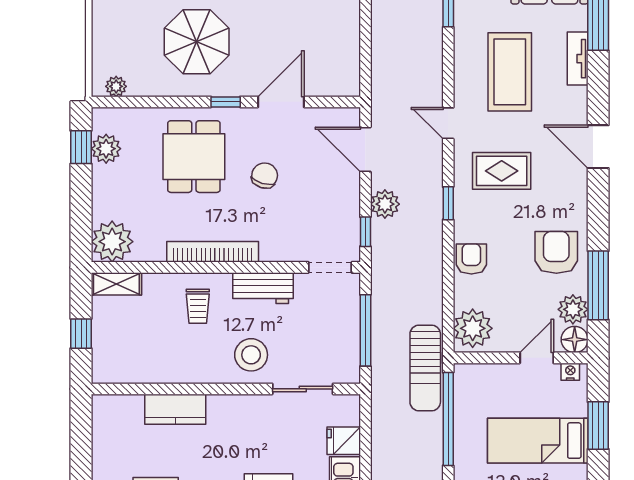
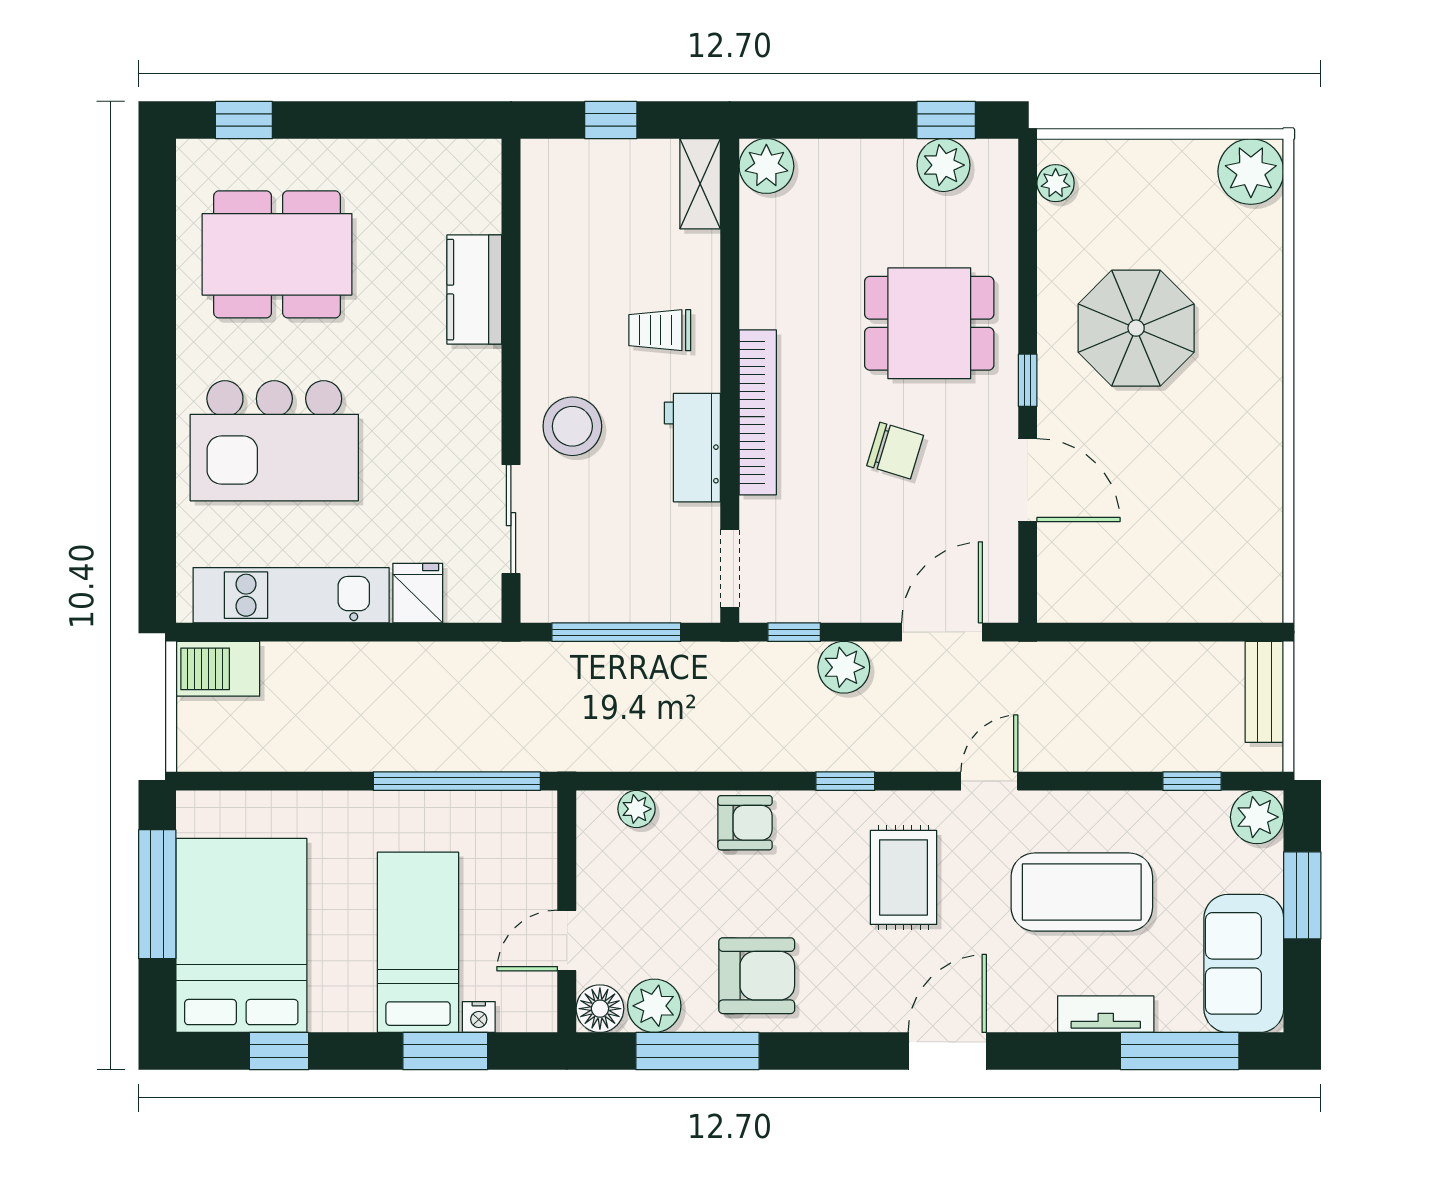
plant: (112, 242) -> (766, 166), width x0.73, depth x0.73
bookcase: (213, 252) -> (758, 412), moved
plant: (473, 328) -> (636, 809), width x0.53, depth x0.53
door: (537, 358) -> (567, 940), swing flipped
sun lounger: (425, 368) -> (549, 740), removed
nightstand: (570, 372) -> (479, 1017), moved, turned 90

